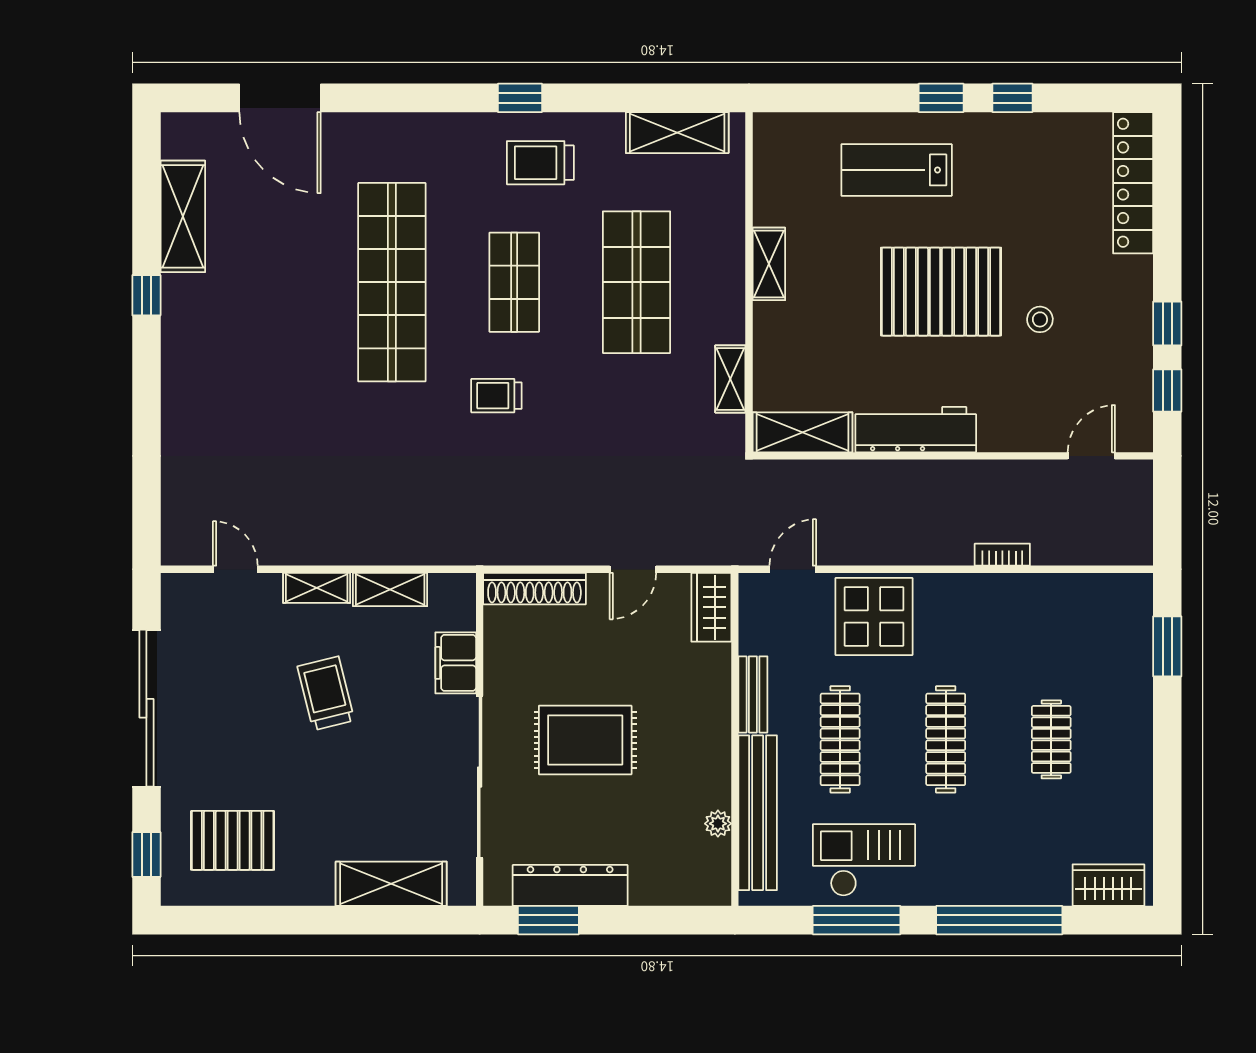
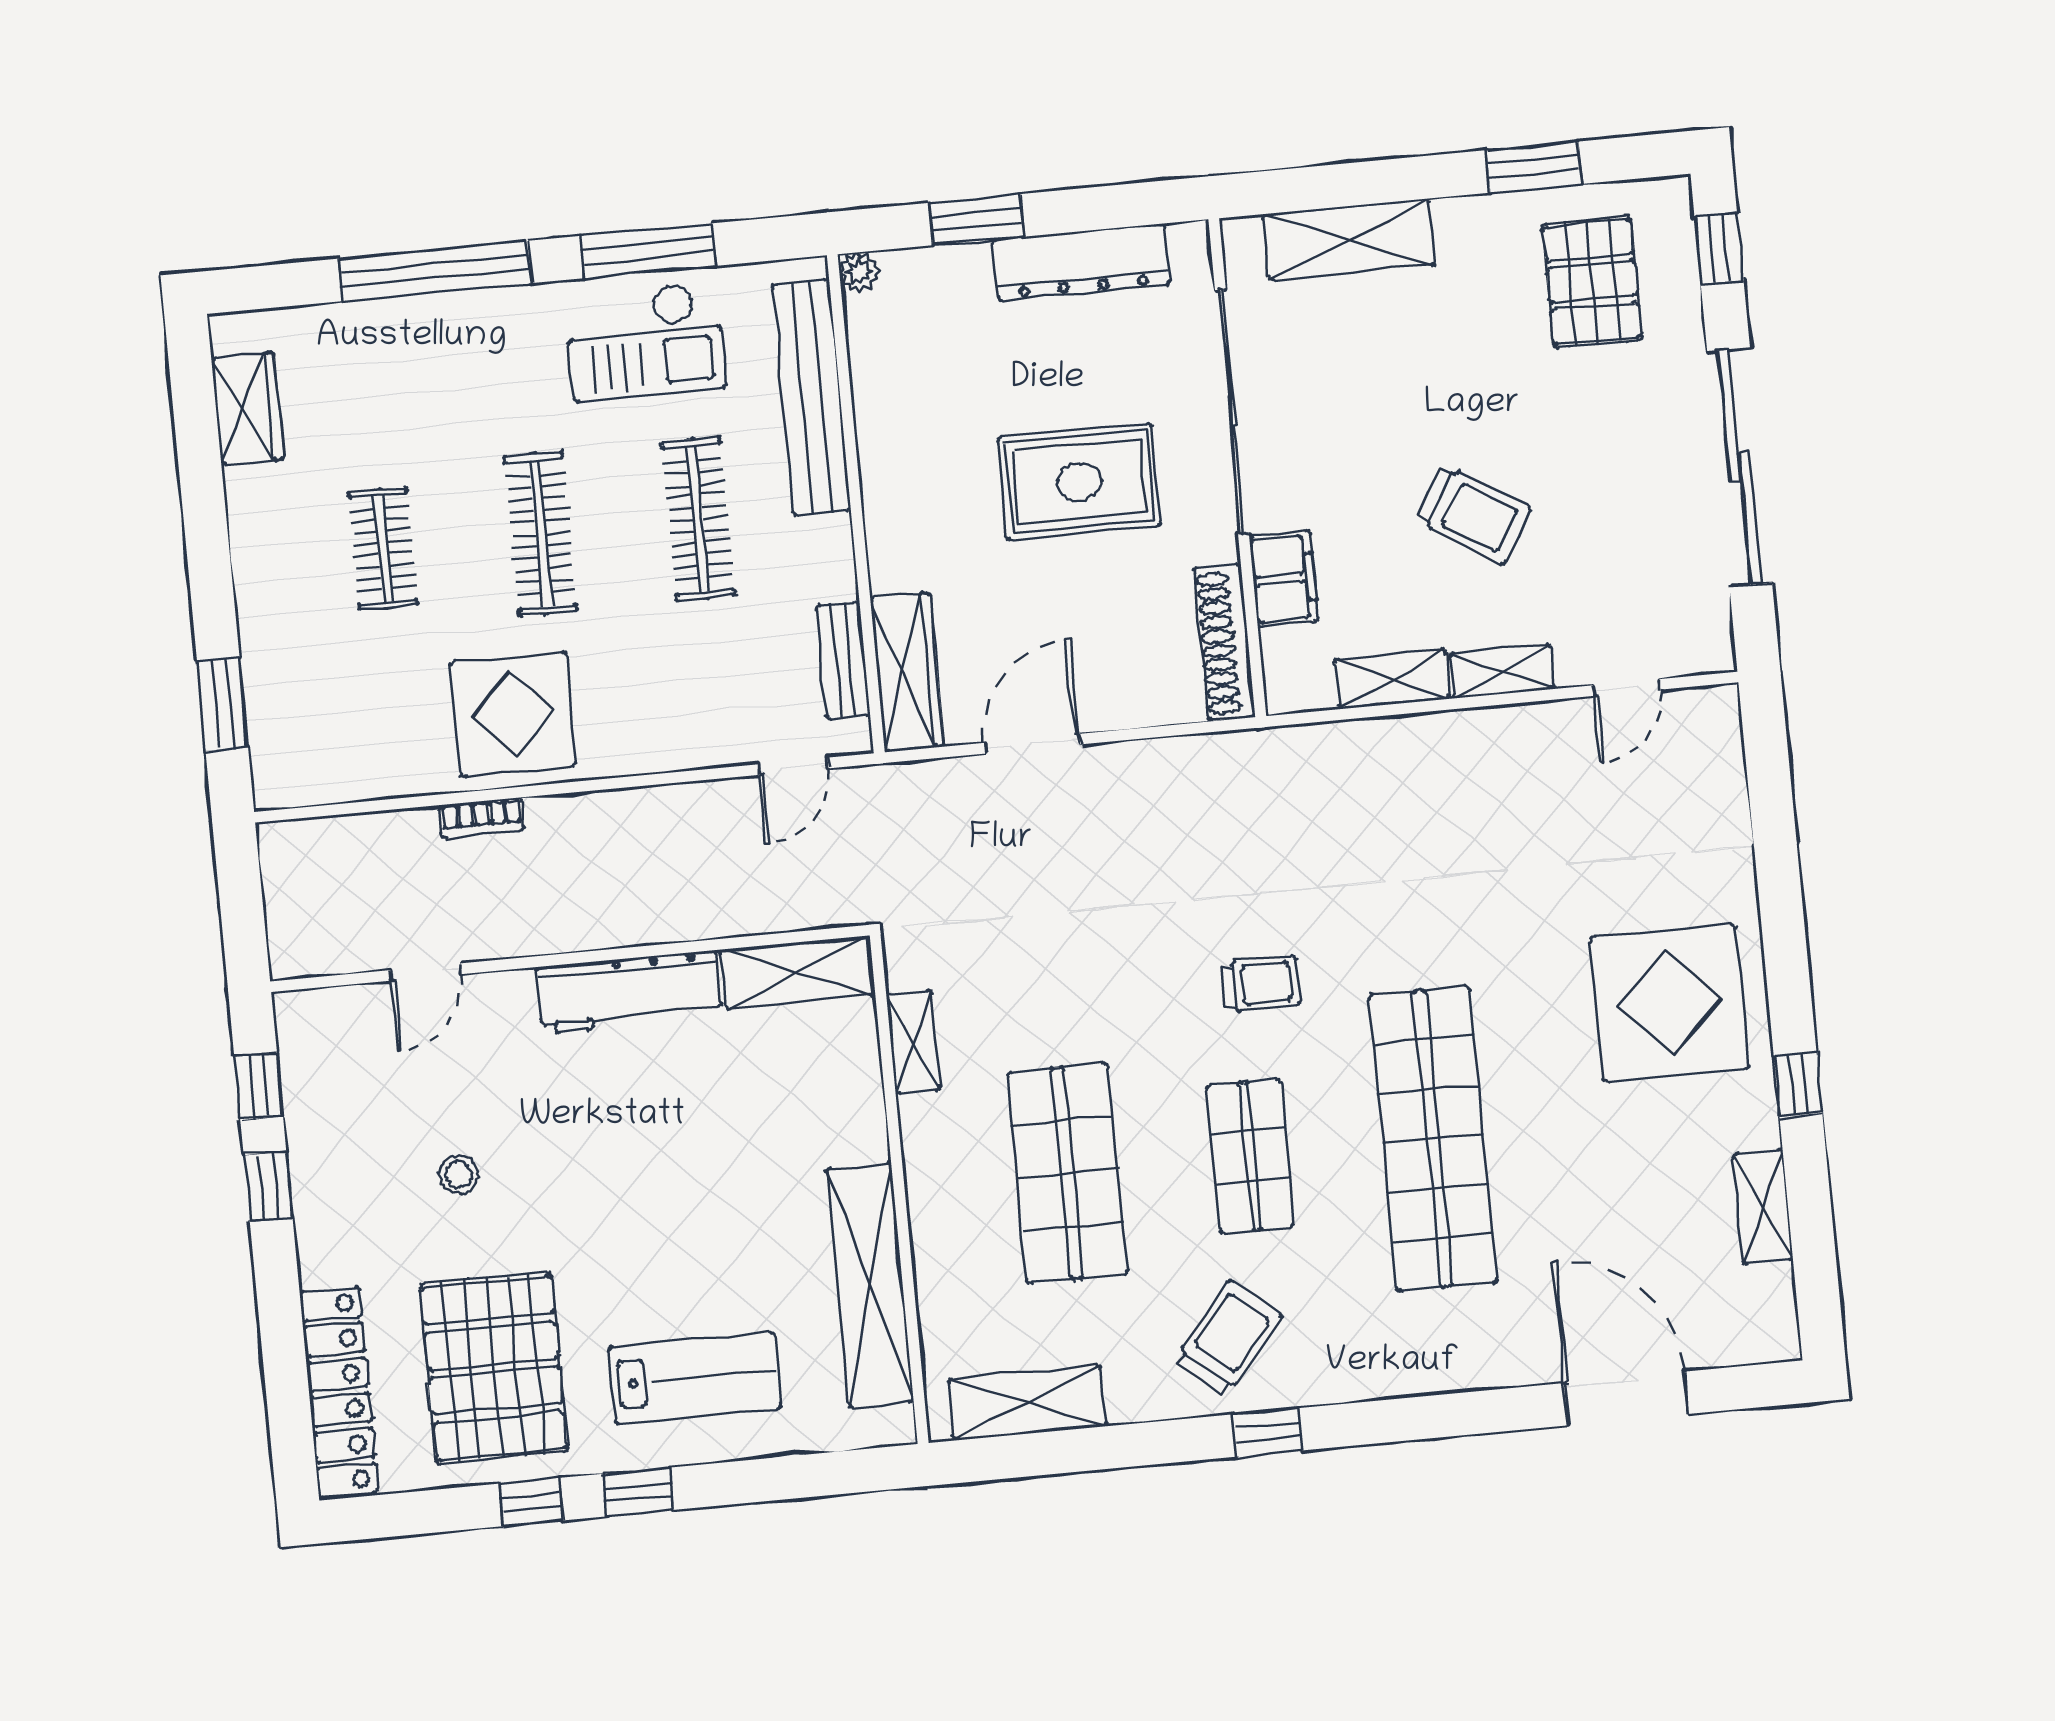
trolley: (540, 163) -> (1228, 1338), turned -50
shelving: (183, 216) -> (1763, 1207), width x0.67, depth x0.75
shelving: (769, 264) -> (870, 1285), width x2.20, depth x1.33
pallet: (941, 292) -> (494, 1368), moved, turned 90
display table: (226, 357) -> (1670, 1003), added
door: (1091, 456) -> (426, 972), moved
door: (235, 569) -> (1626, 688), hinge flipped
door: (633, 569) -> (1032, 744), width x1.38
shoe rack: (534, 589) -> (1225, 643), moved, turned -90
wardrobe: (711, 607) -> (907, 672), width x1.50
display table: (874, 617) -> (513, 714), moved
trolley: (326, 693) -> (1473, 515), turned -44
bench: (753, 694) -> (843, 661), moved
plant: (718, 824) -> (859, 272), moved
pallet: (233, 840) -> (1592, 282), turned 90
wardrobe: (1108, 885) -> (247, 409), moved, turned -90
window: (264, 920) -> (1534, 167), added
window: (548, 920) -> (977, 220), moved

